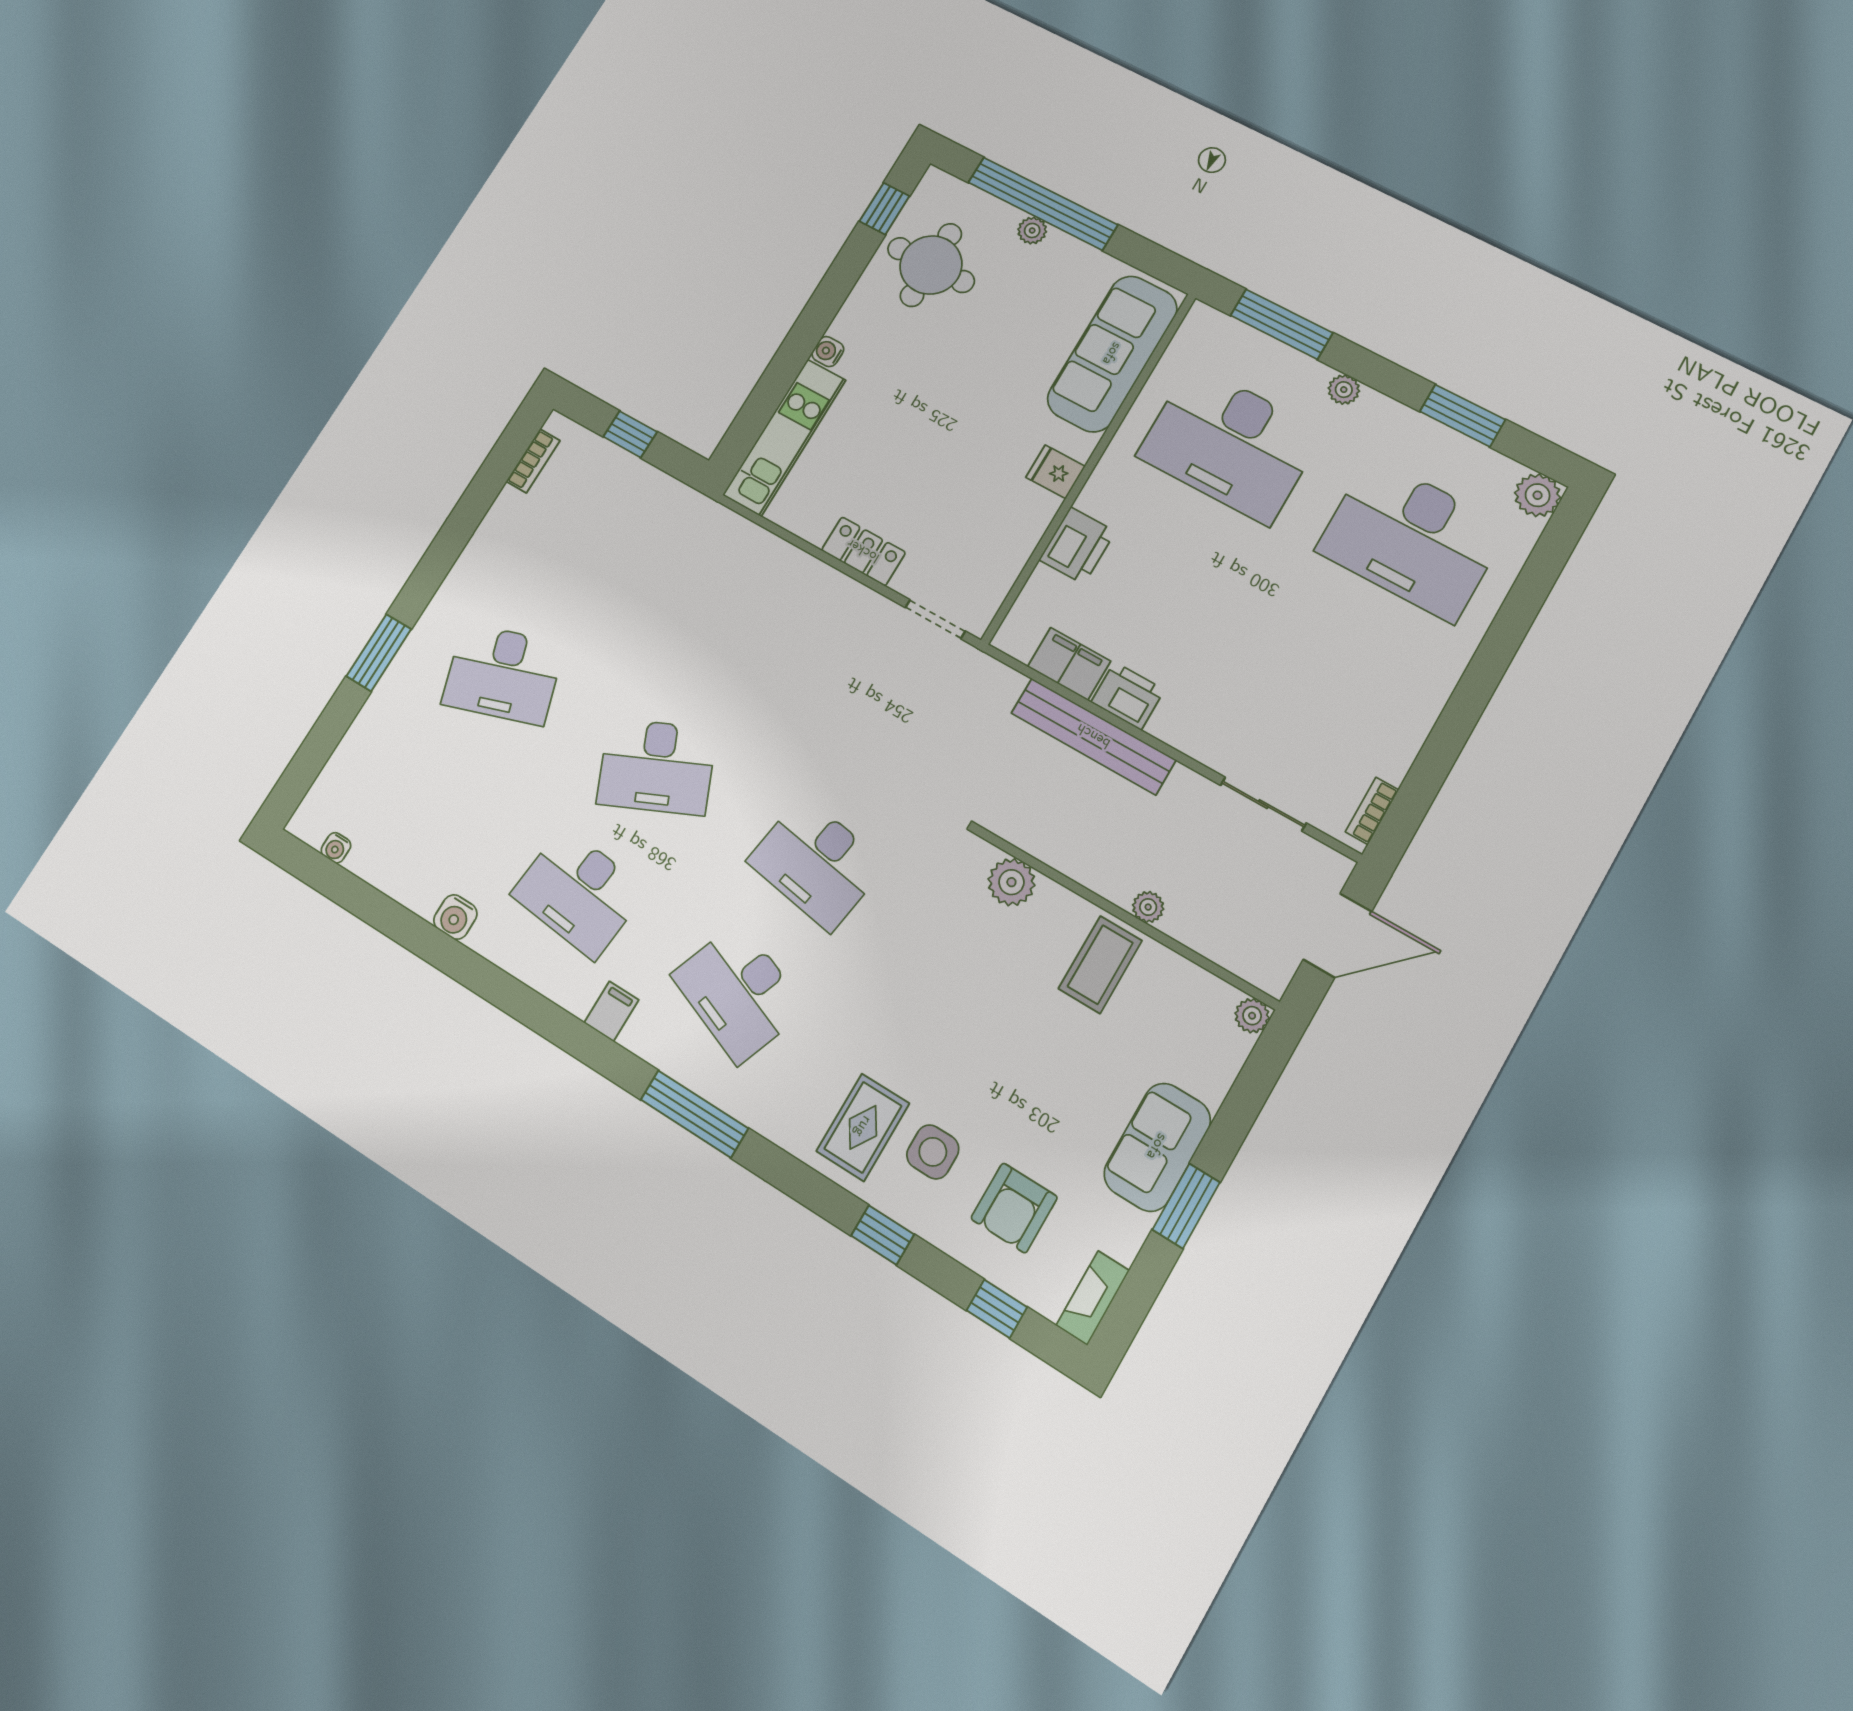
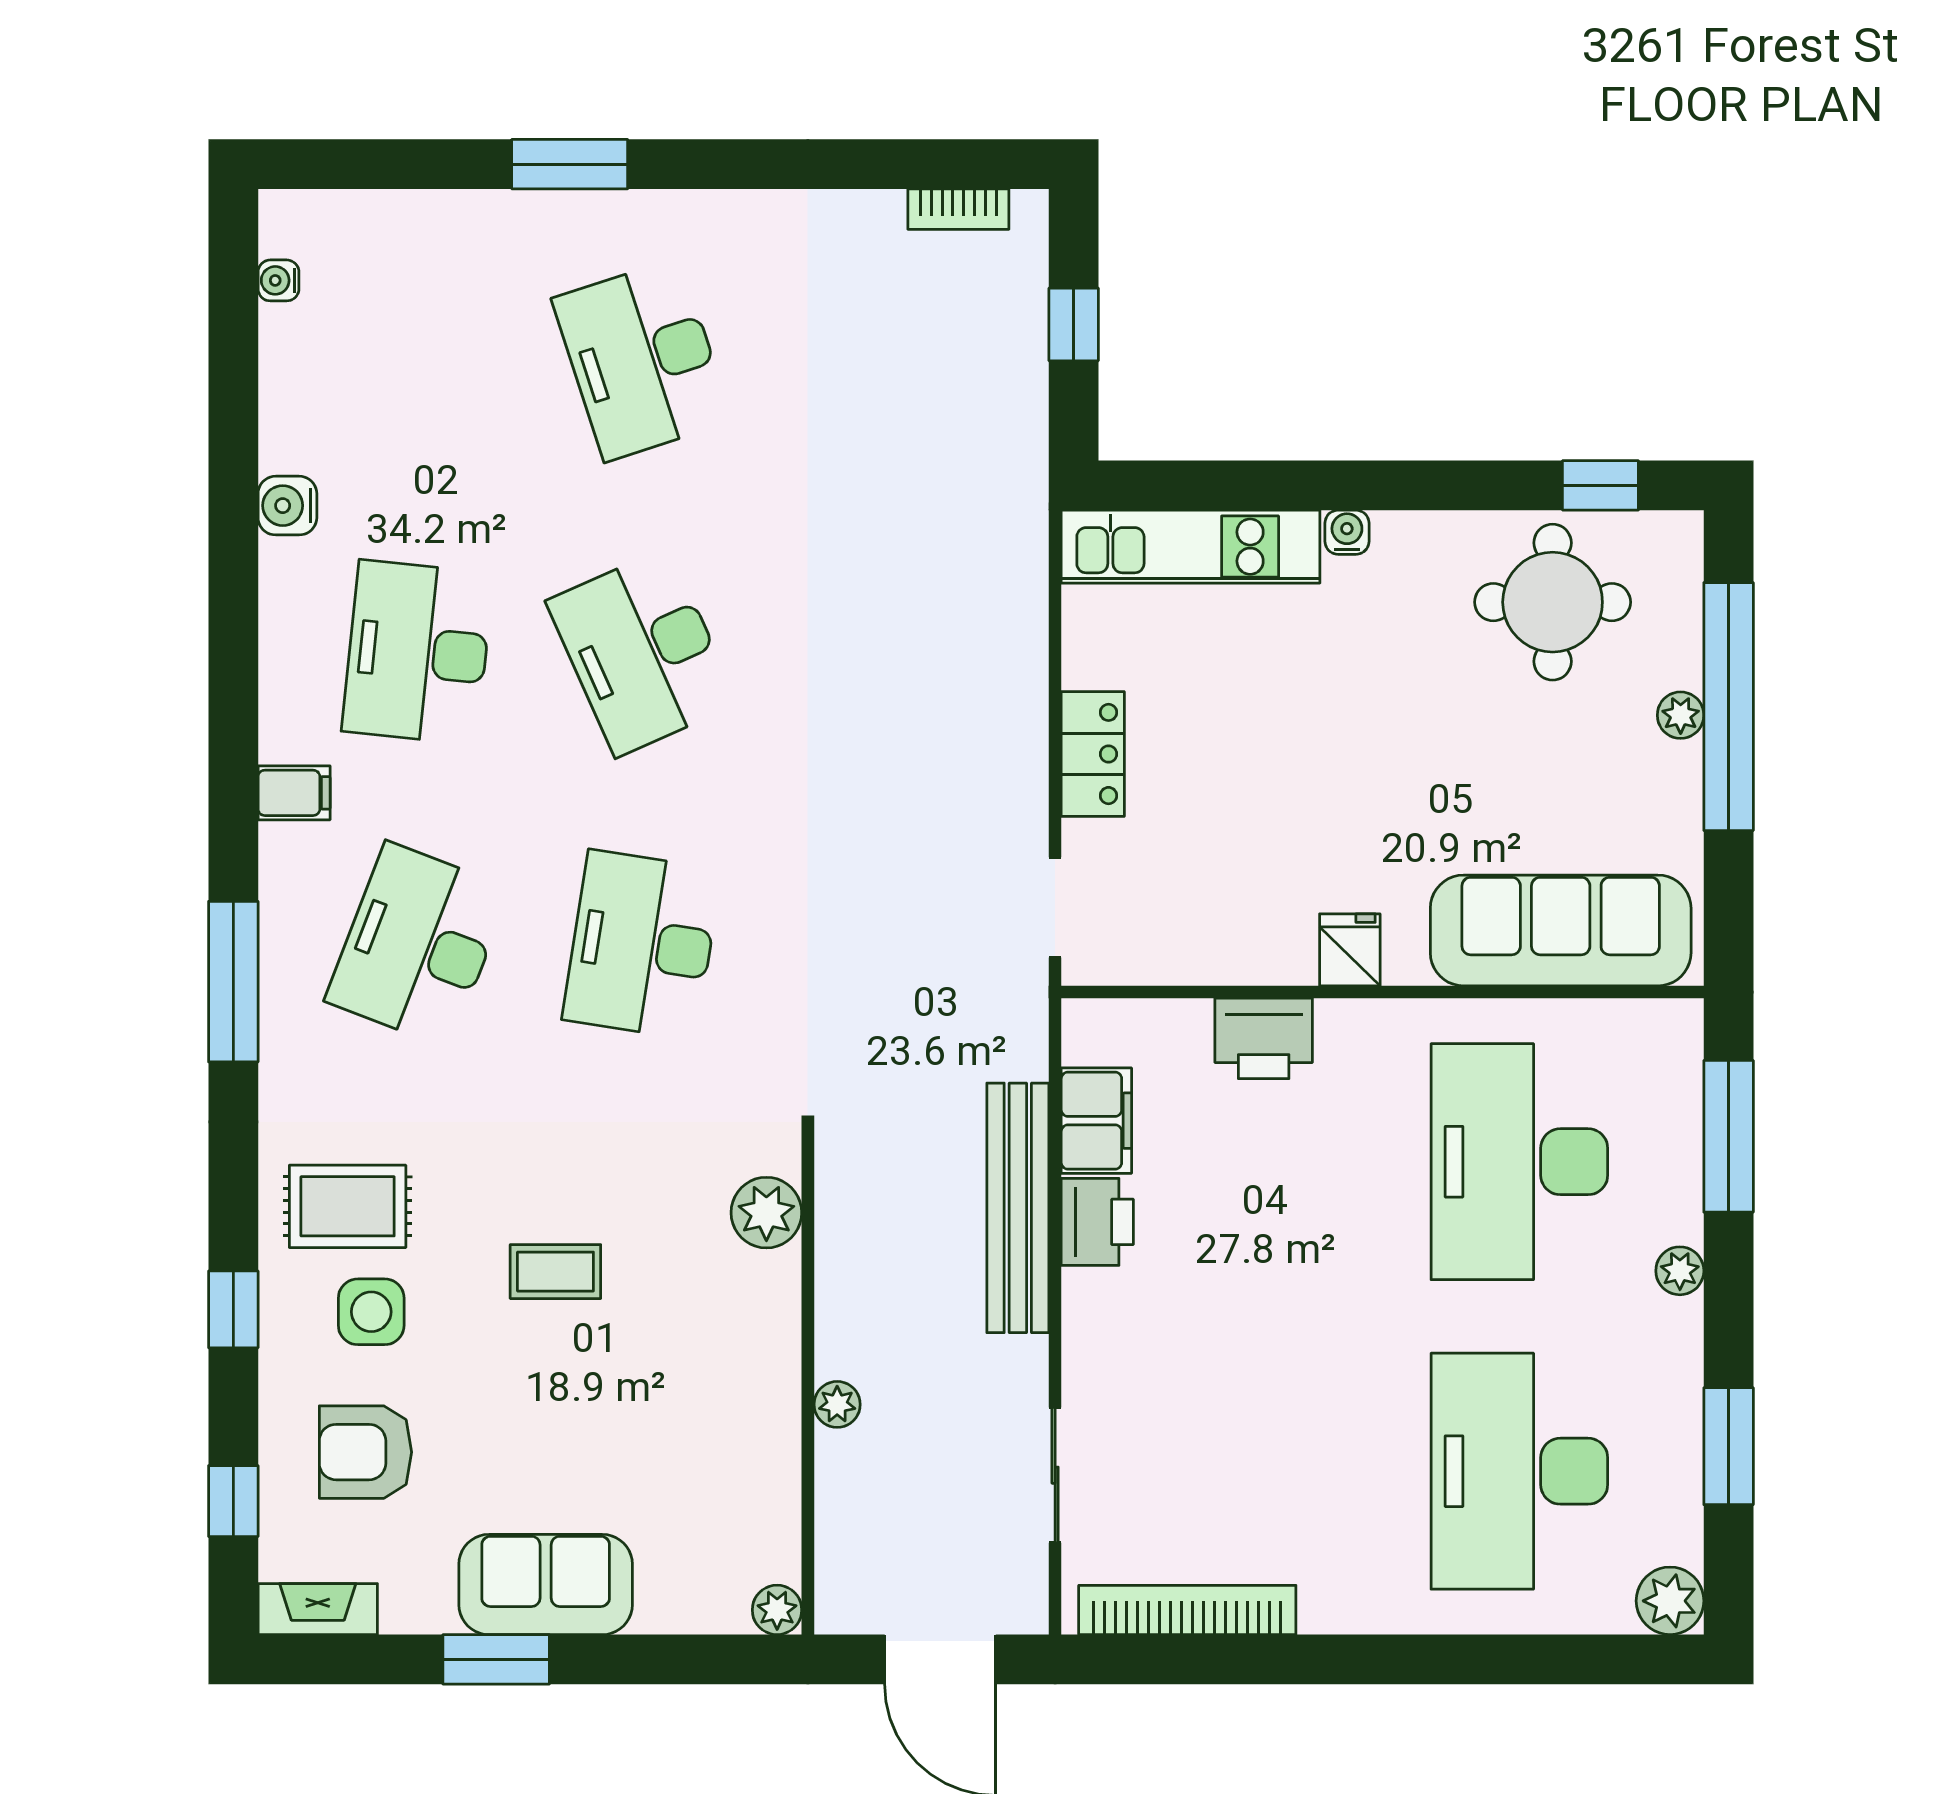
bookcase: (1372, 811) -> (1187, 1610), width x2.31, depth x1.31
coffee table: (1100, 965) -> (555, 1272), moved, width x0.73, depth x0.77

